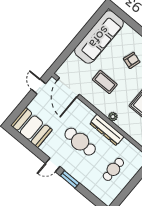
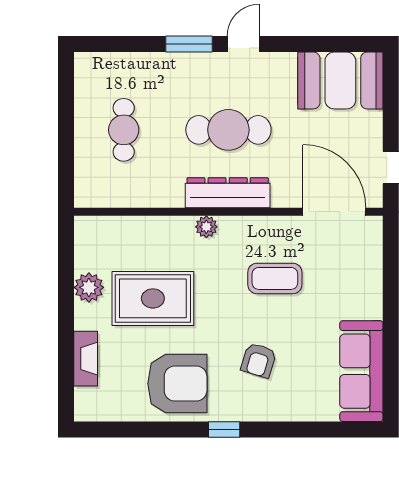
sofa: (99, 37) -> (361, 371), width x0.74, depth x0.79
dresser: (107, 130) -> (228, 193), moved

